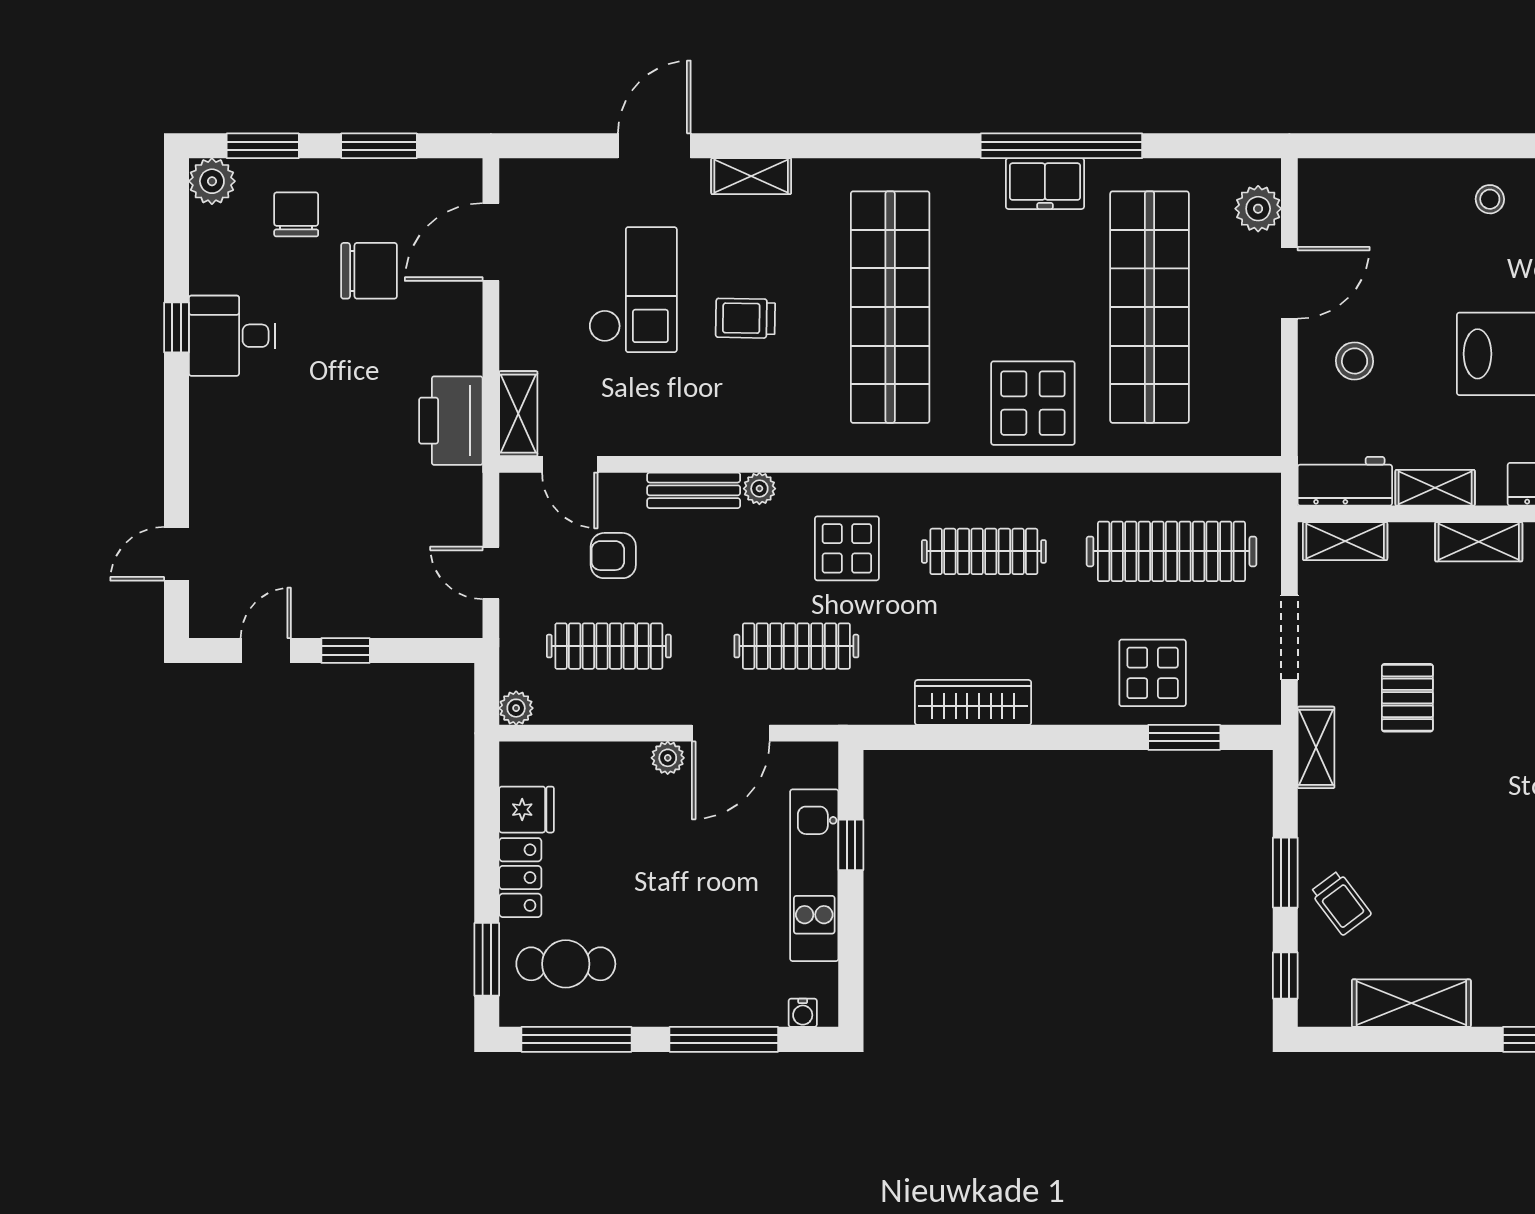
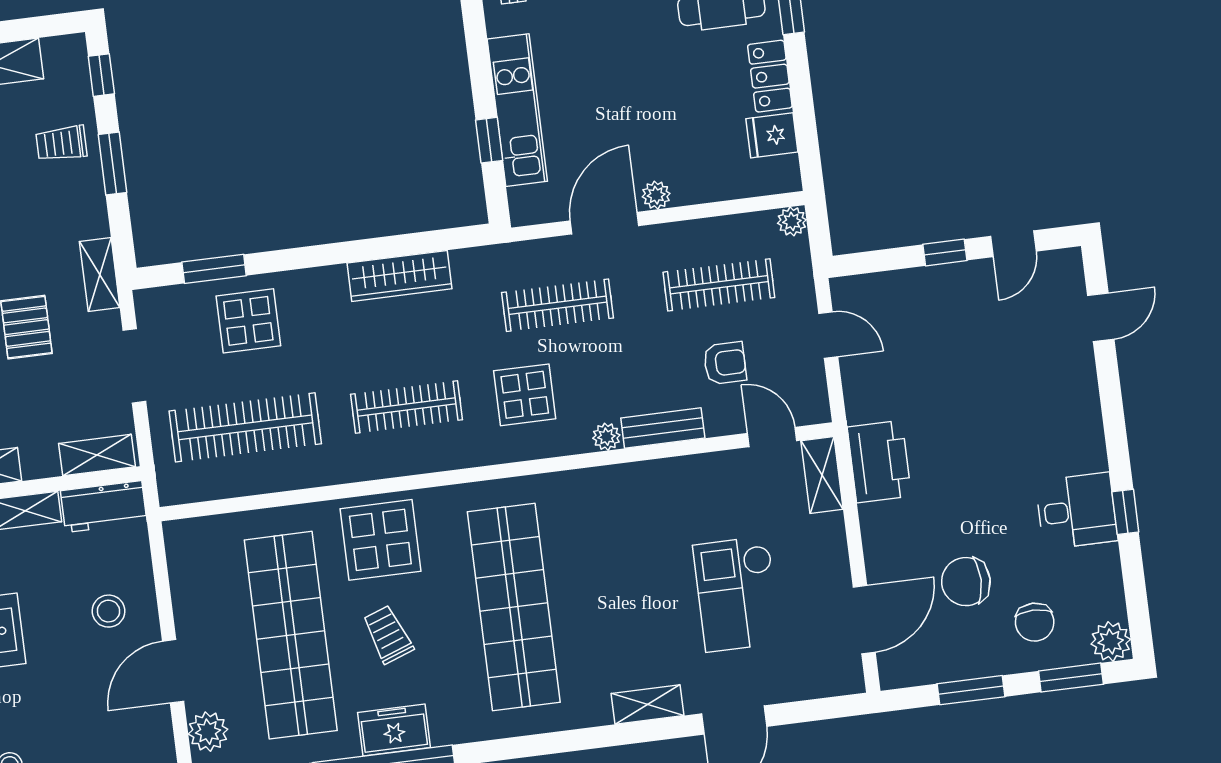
trolley: (745, 318) -> (388, 634), moved, turned -111
trolley: (1341, 903) -> (61, 143), turned -53

